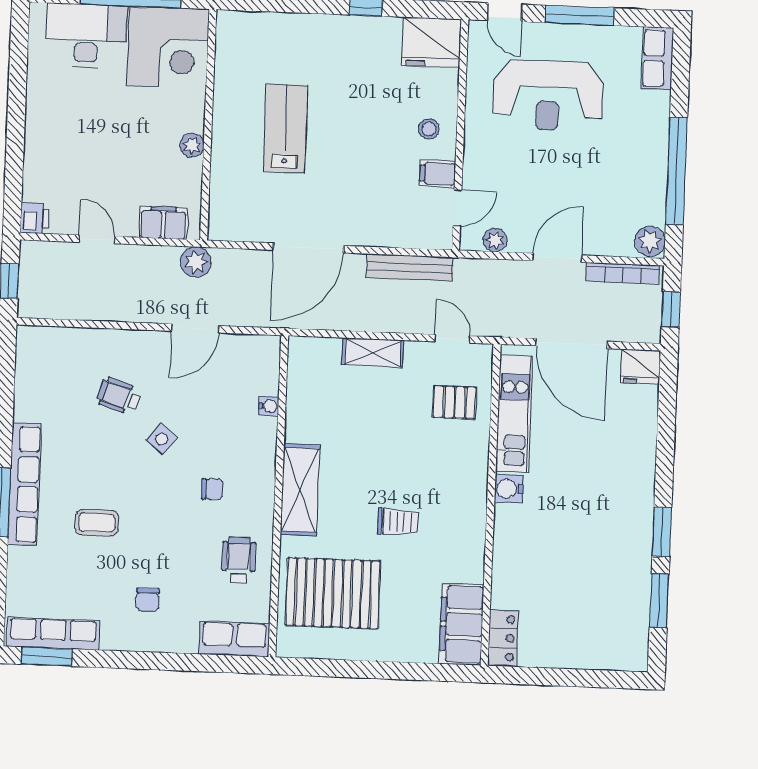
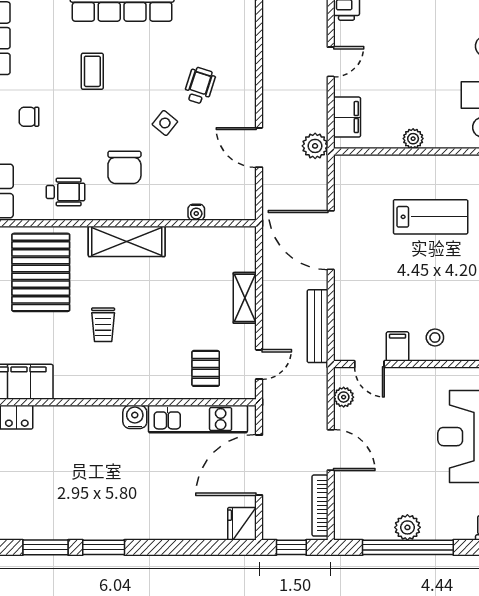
plant: (650, 241) -> (407, 527), moved
chair: (212, 489) -> (124, 167), width x1.87, depth x1.87

